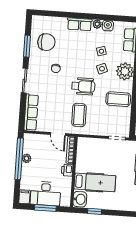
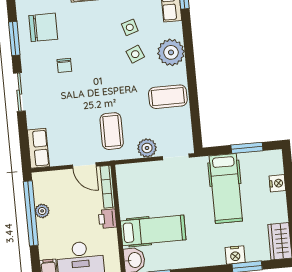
wheelchair: (83, 86) -> (111, 86), removed
row of seats: (31, 112) -> (38, 148), width x0.68
plant: (100, 129) -> (147, 148), added

